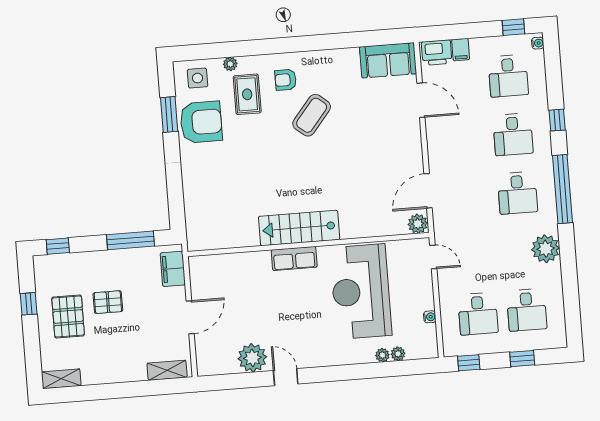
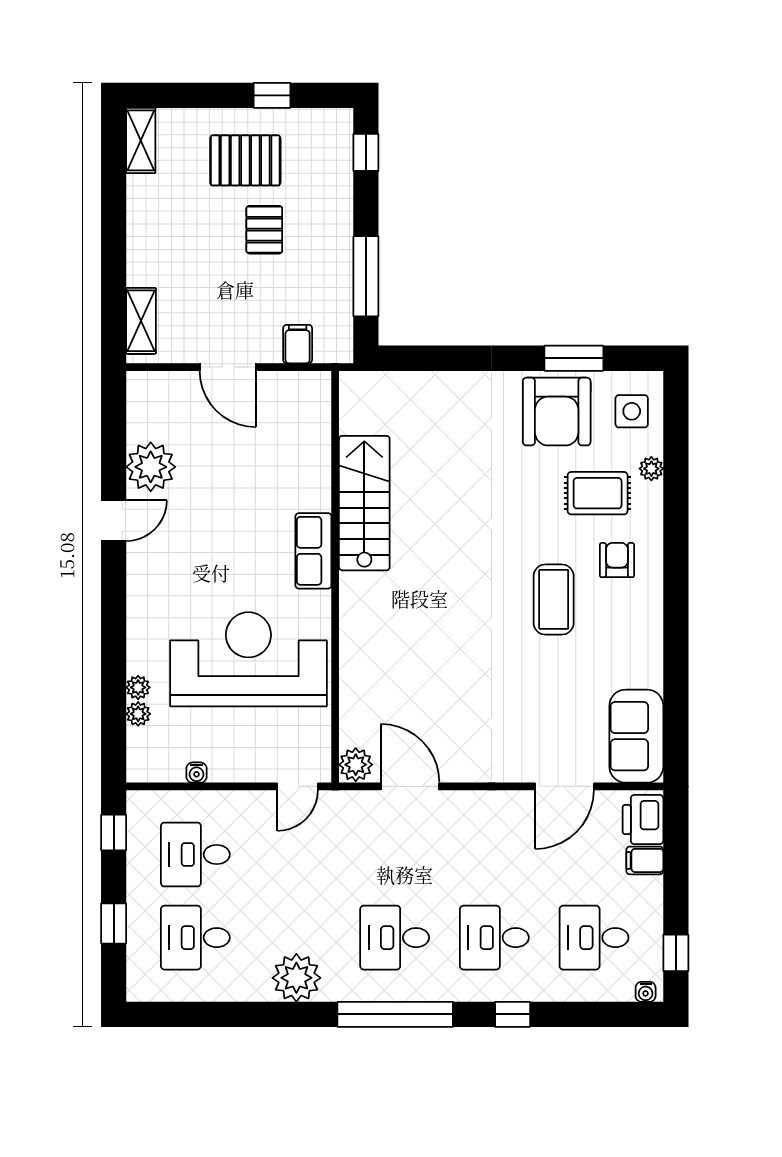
coffee table: (312, 115) -> (554, 599), turned 51
stairs: (299, 228) -> (364, 503), moved
filing cabinet: (173, 269) -> (298, 344), width x0.50

